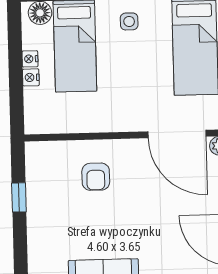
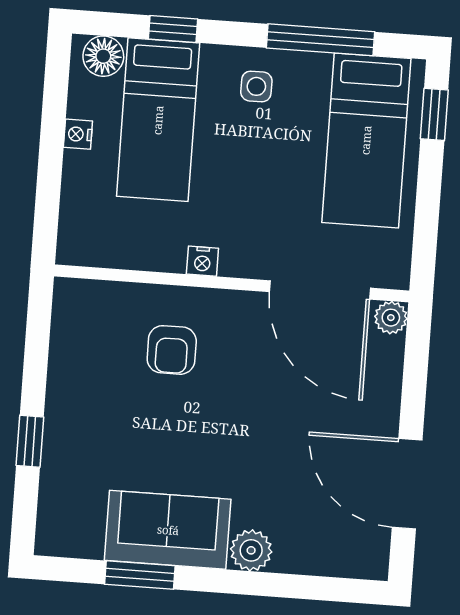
nightstand: (31, 77) -> (202, 261), moved, turned -90
window: (19, 197) -> (30, 441), moved

